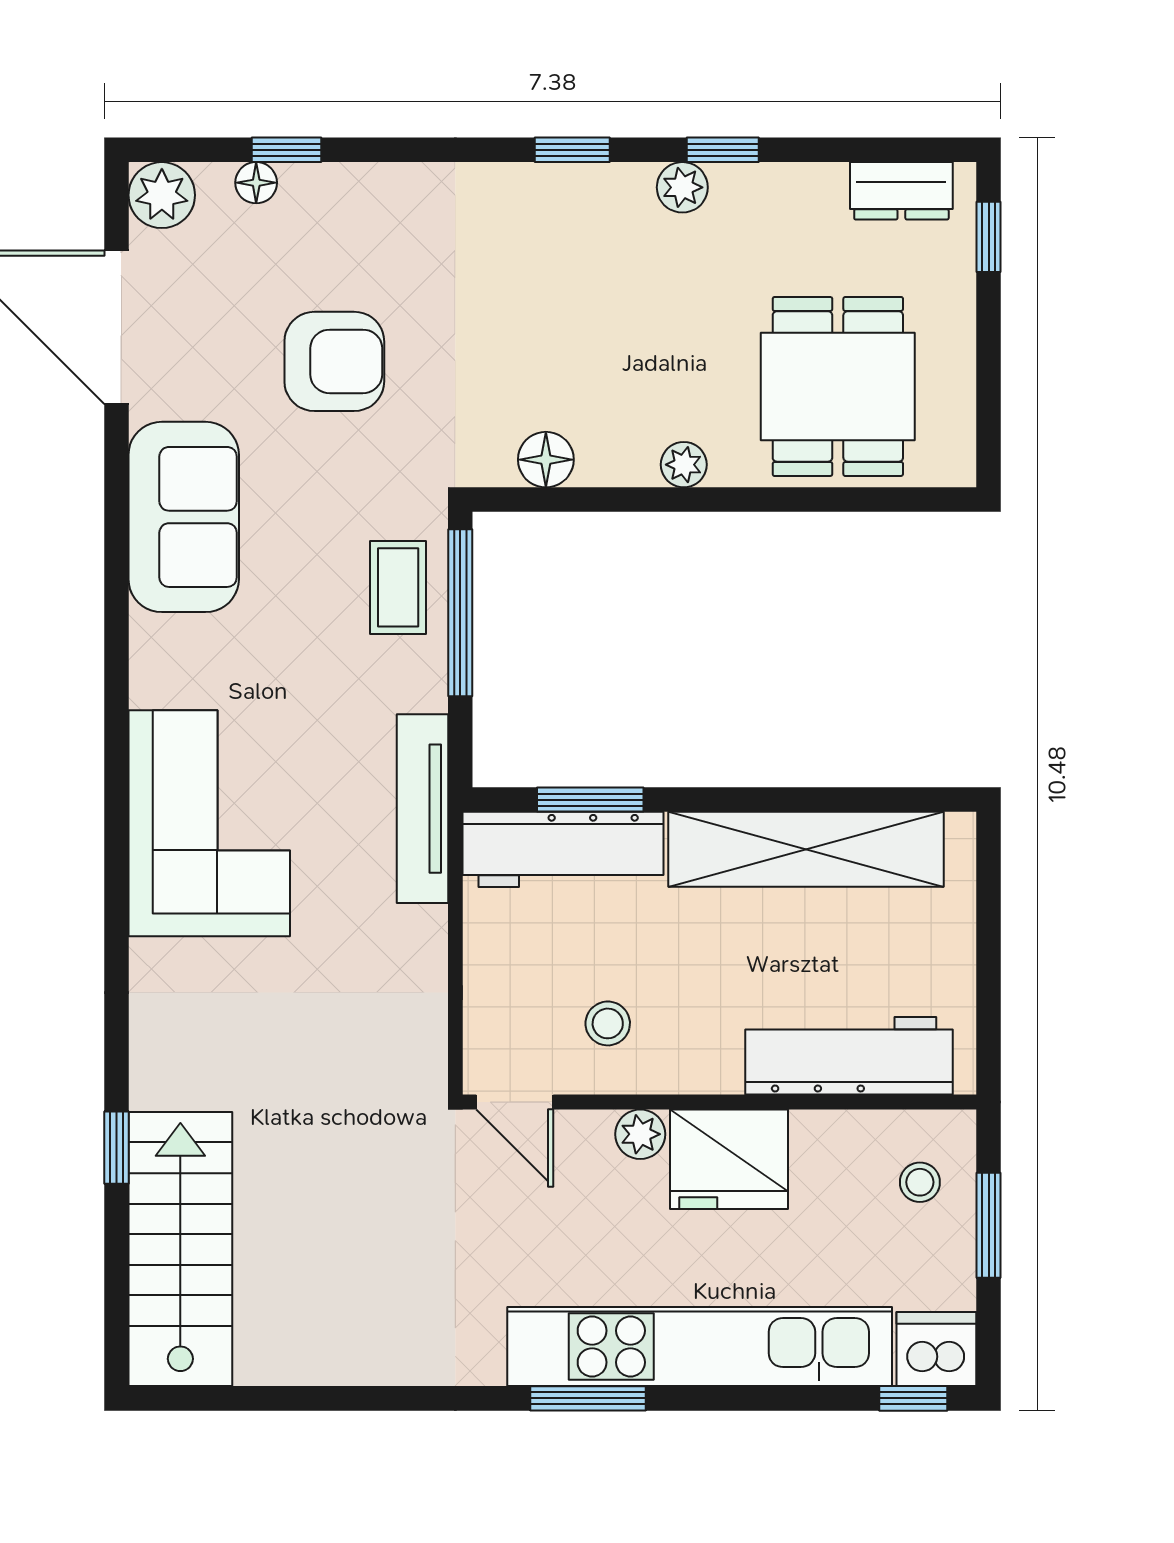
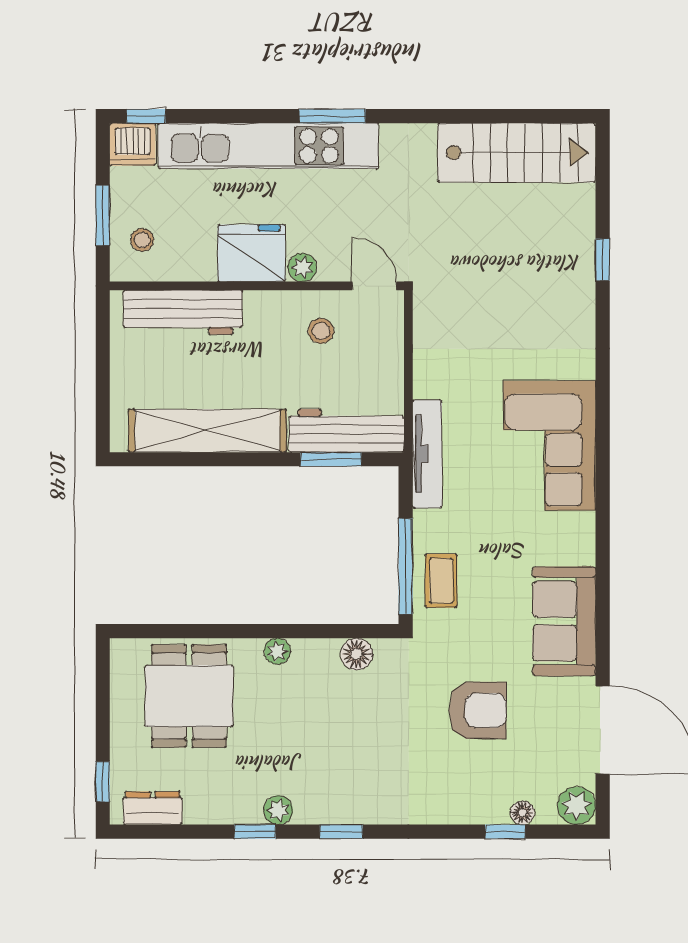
armchair: (334, 361) -> (478, 710), turned 180
stairs: (180, 1249) -> (516, 153), moved, turned -90

